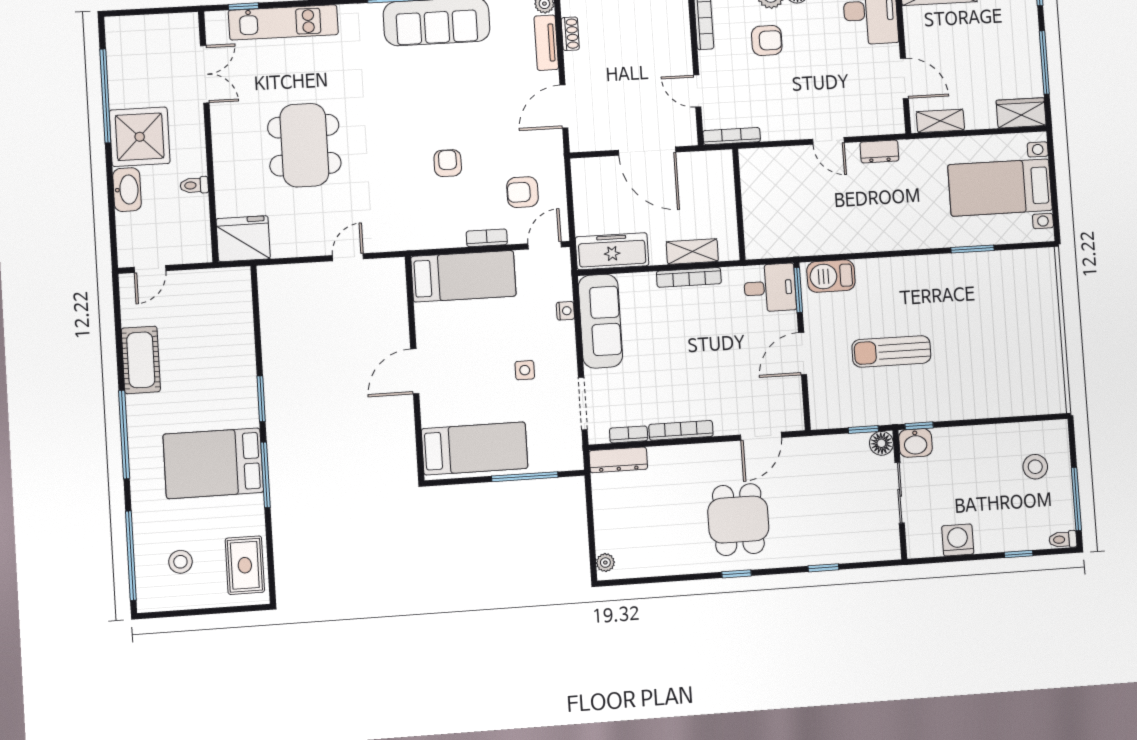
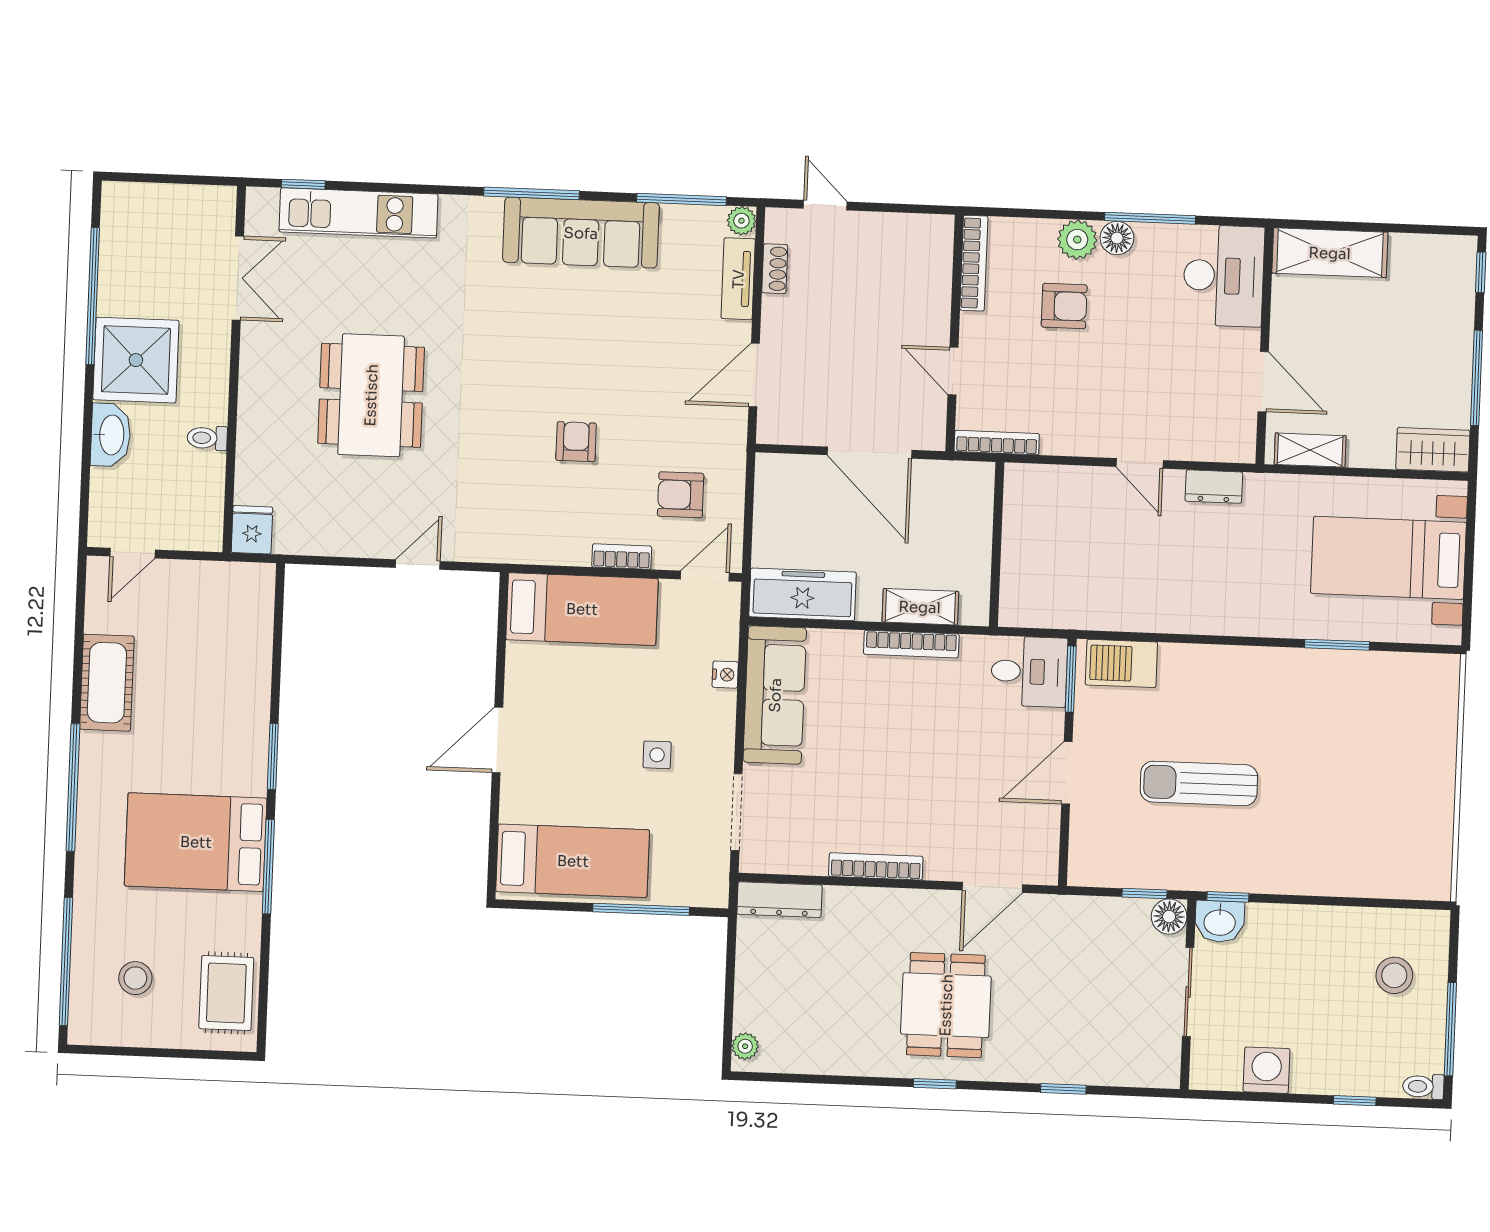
fridge: (243, 239) -> (252, 530), width x0.53, depth x0.75
bookcase: (629, 434) -> (799, 864), removed

